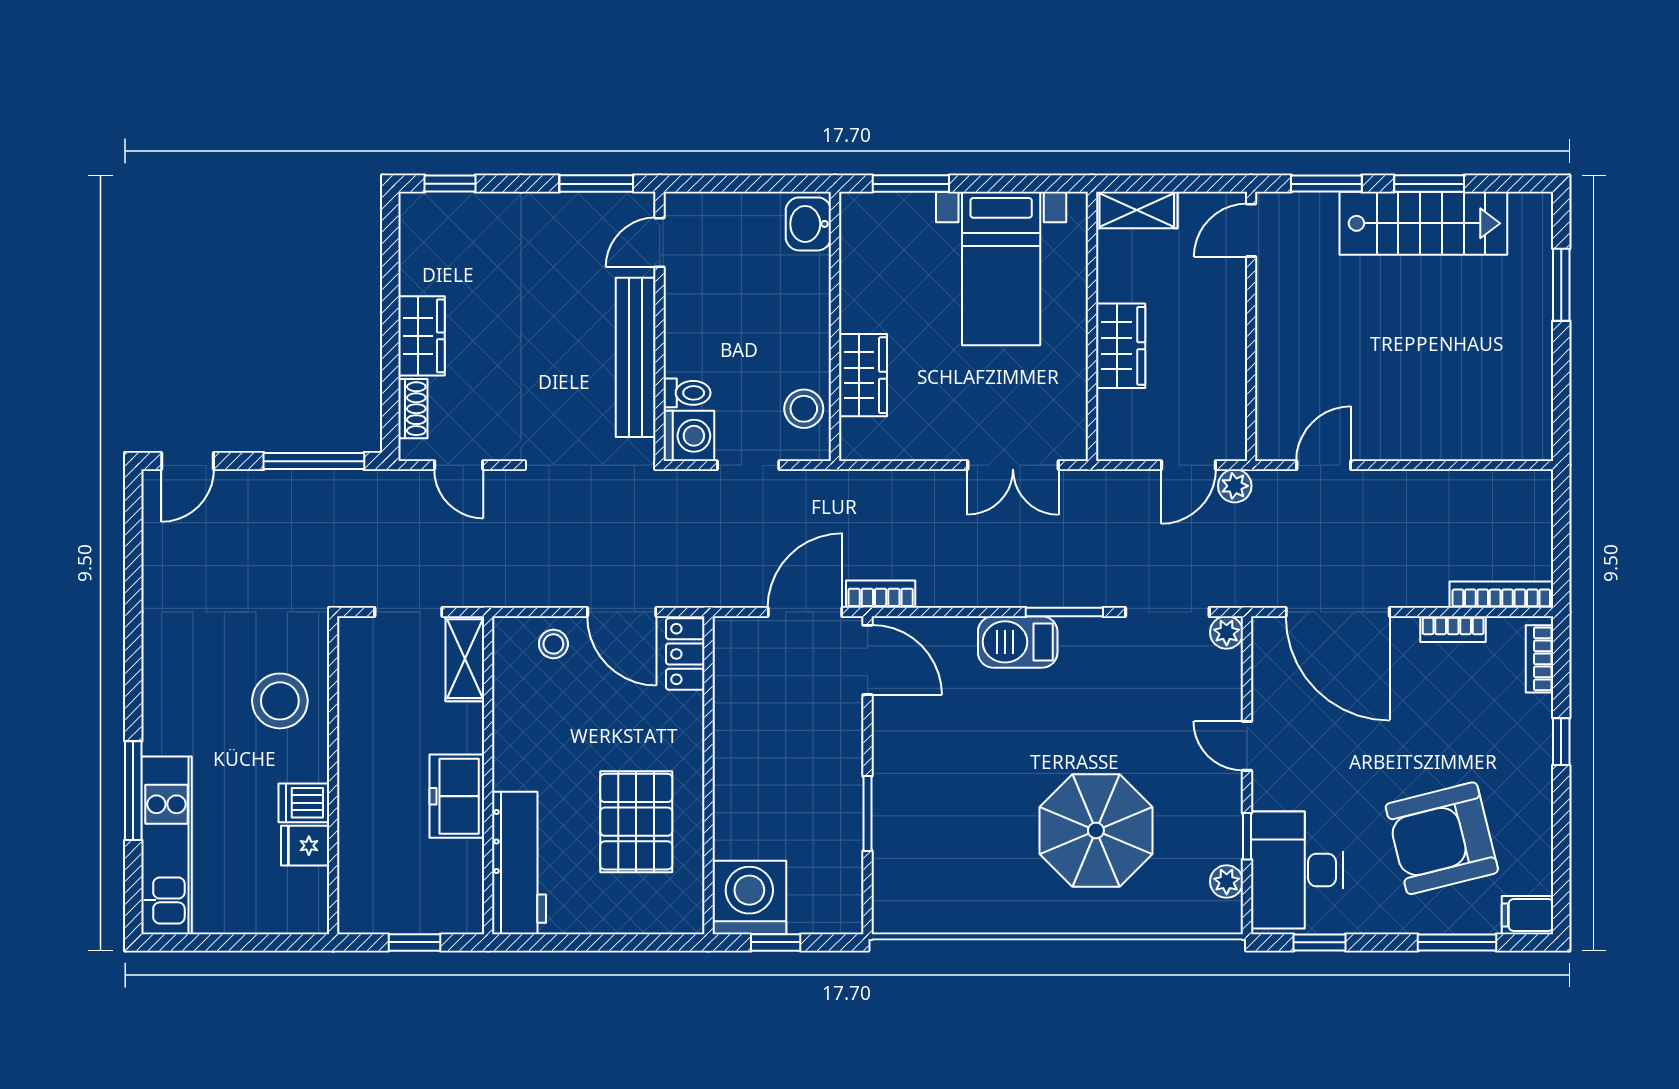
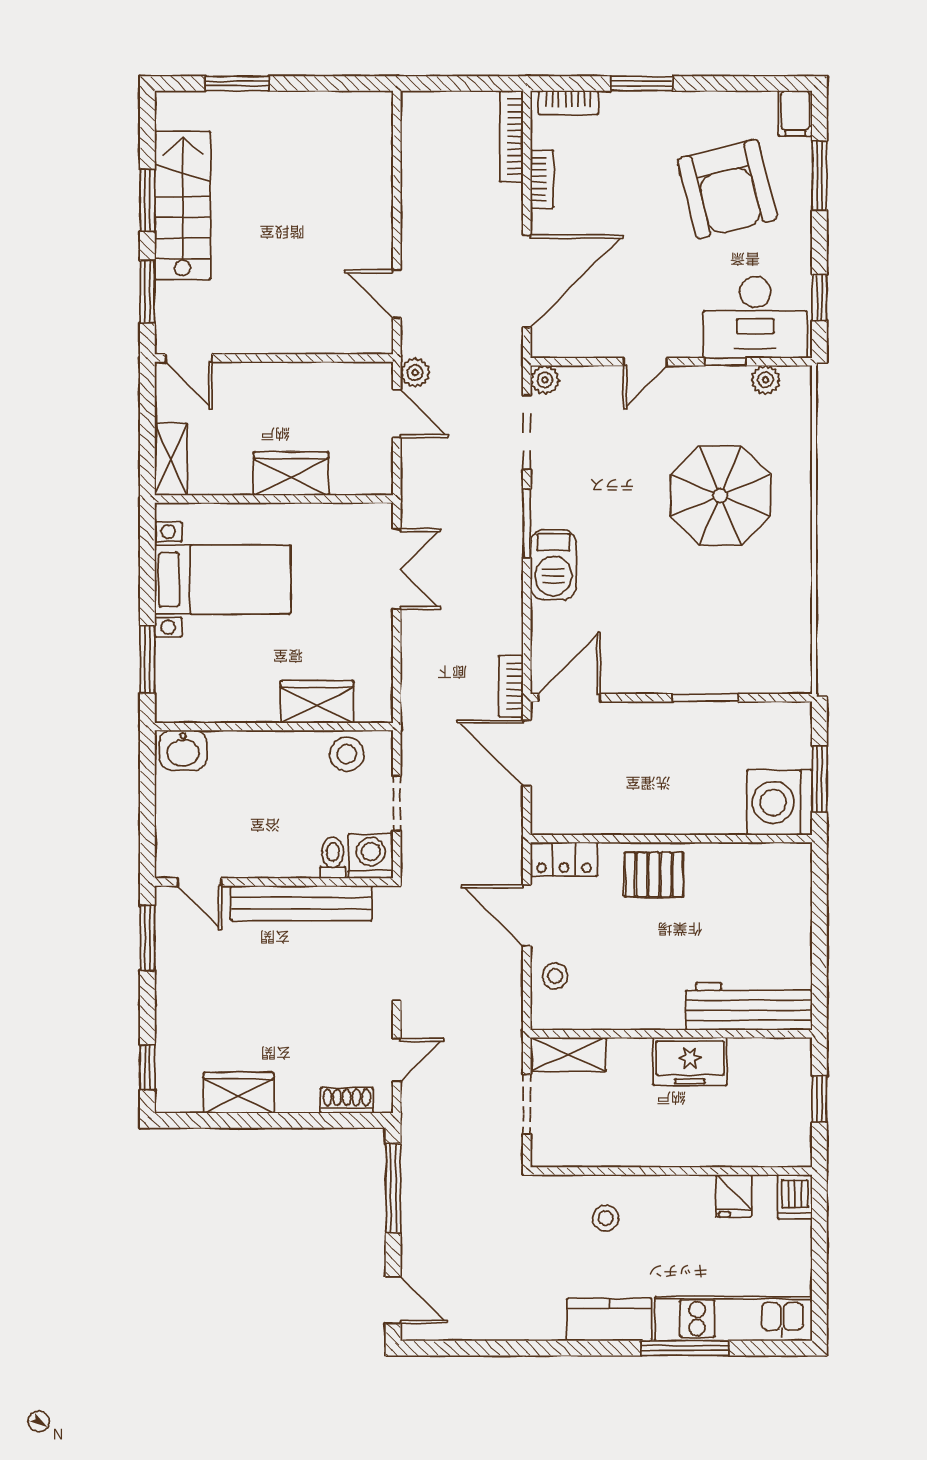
wardrobe: (421, 336) -> (239, 1093), moved
door: (622, 612) -> (527, 915), swing flipped
stool: (280, 701) -> (606, 1218), width x0.53, depth x0.53
kitchen counter: (165, 705) -> (609, 1320), added
window: (1561, 742) -> (642, 83), width x1.50
dishwasher: (304, 803) -> (795, 1197), moved
pallet: (636, 822) -> (654, 875), moved, width x0.67, depth x0.71
window: (776, 942) -> (819, 779), width x1.50

